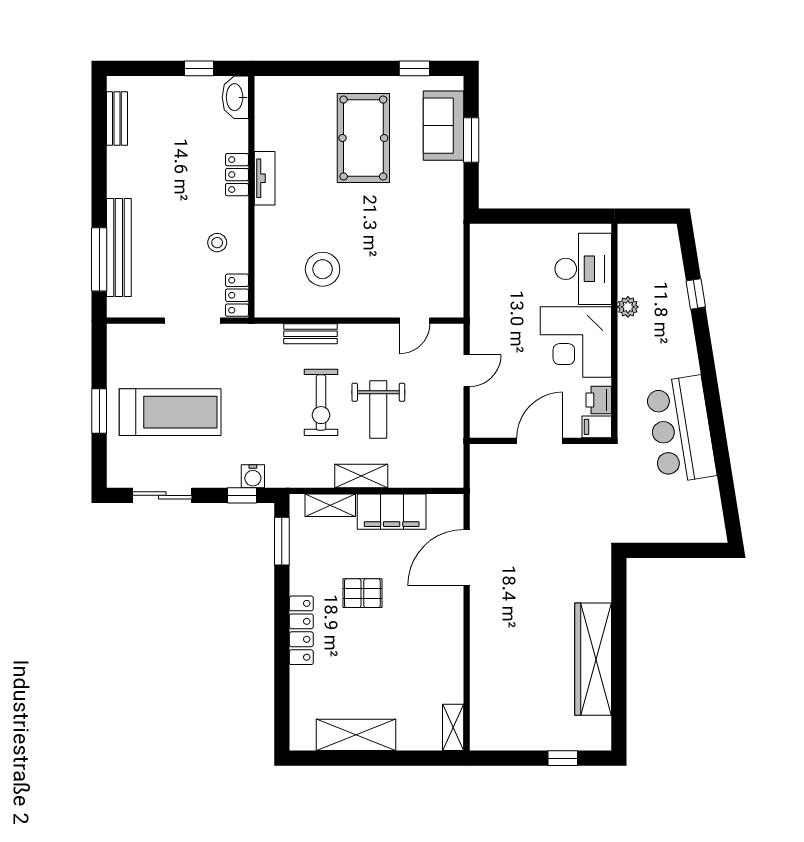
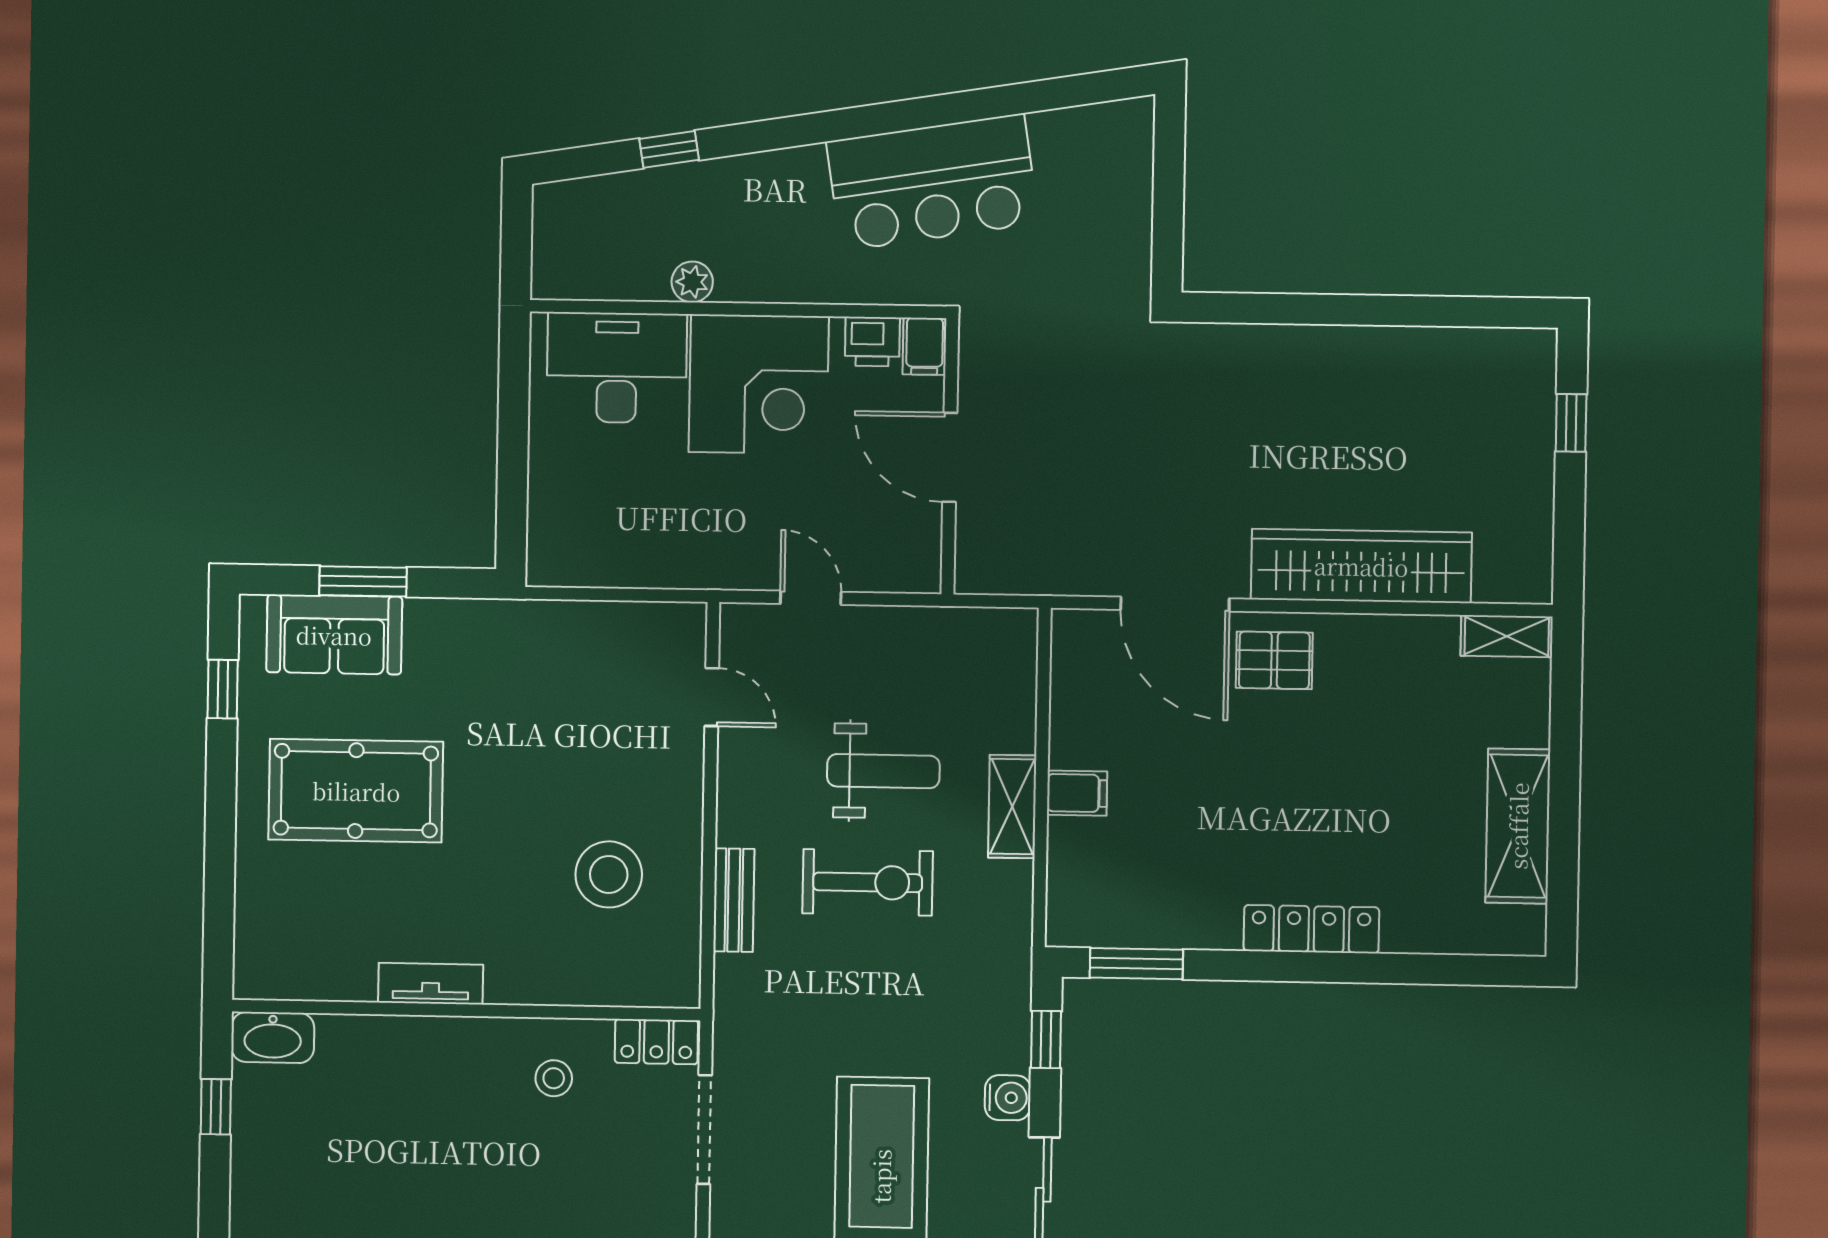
locker: (237, 175) -> (423, 1037), removed
water cooler: (253, 476) -> (1008, 1098), moved
shelving: (330, 505) -> (1068, 868), removed
filing cabinet: (392, 512) -> (1077, 793), width x0.33, depth x0.86
pallet: (362, 593) -> (1274, 660), moved, turned 90
wardrobe: (593, 659) -> (1361, 566), moved, turned 180

